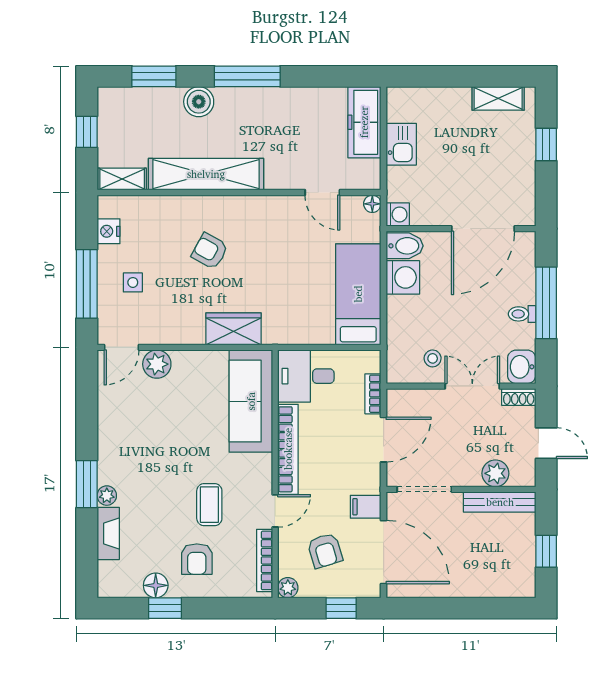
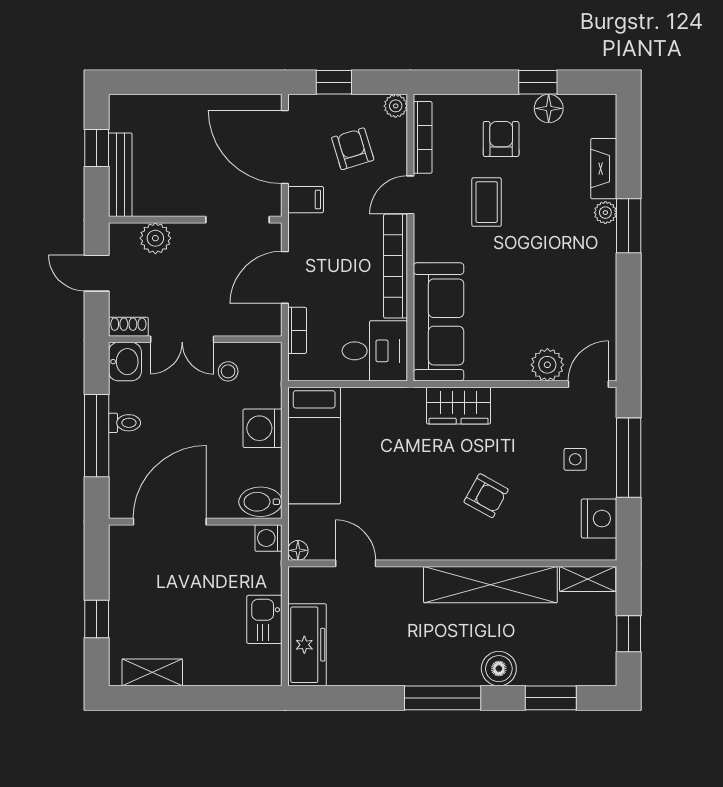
nightstand: (108, 231) -> (599, 519), width x1.36, depth x1.33
washing machine: (403, 277) -> (262, 428), moved
bench: (500, 502) -> (120, 175), moved, turned 90

